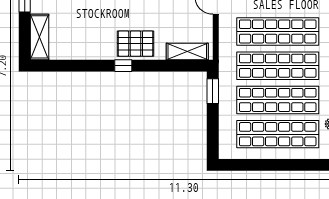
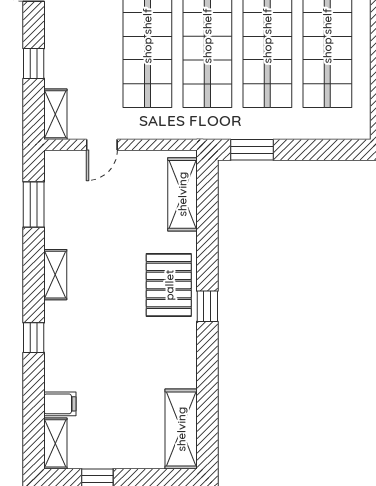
shelving: (40, 37) -> (181, 429), moved, turned 90

